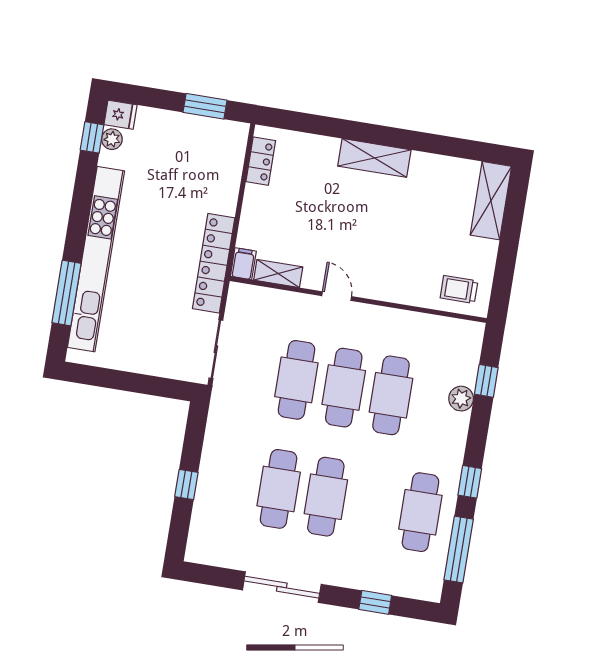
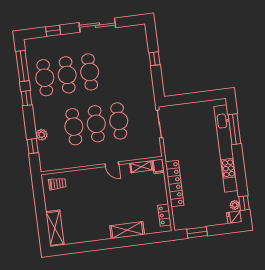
shelving: (374, 158) -> (127, 230), moved
locker: (214, 263) -> (175, 183), moved
cafe table: (279, 489) -> (67, 75), moved

